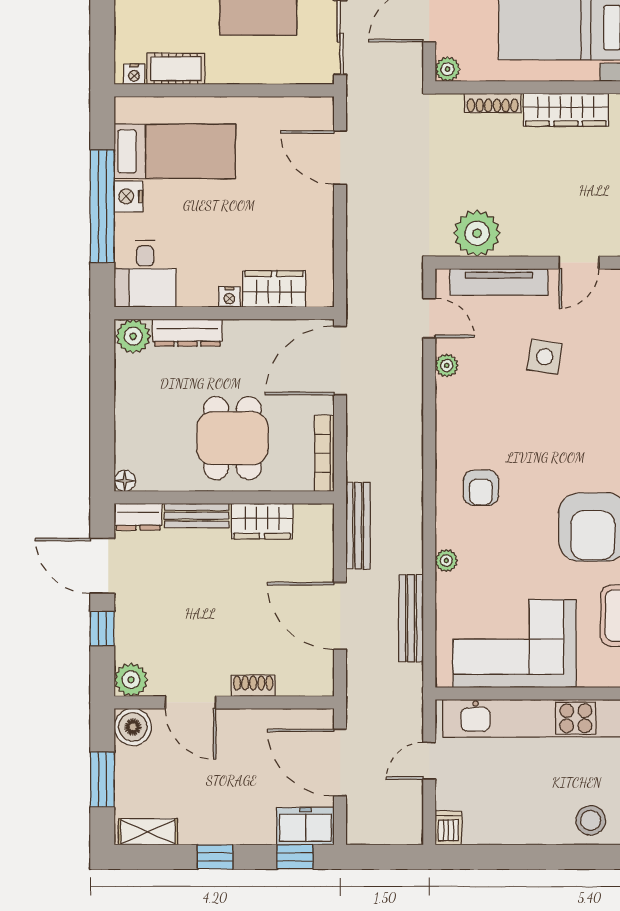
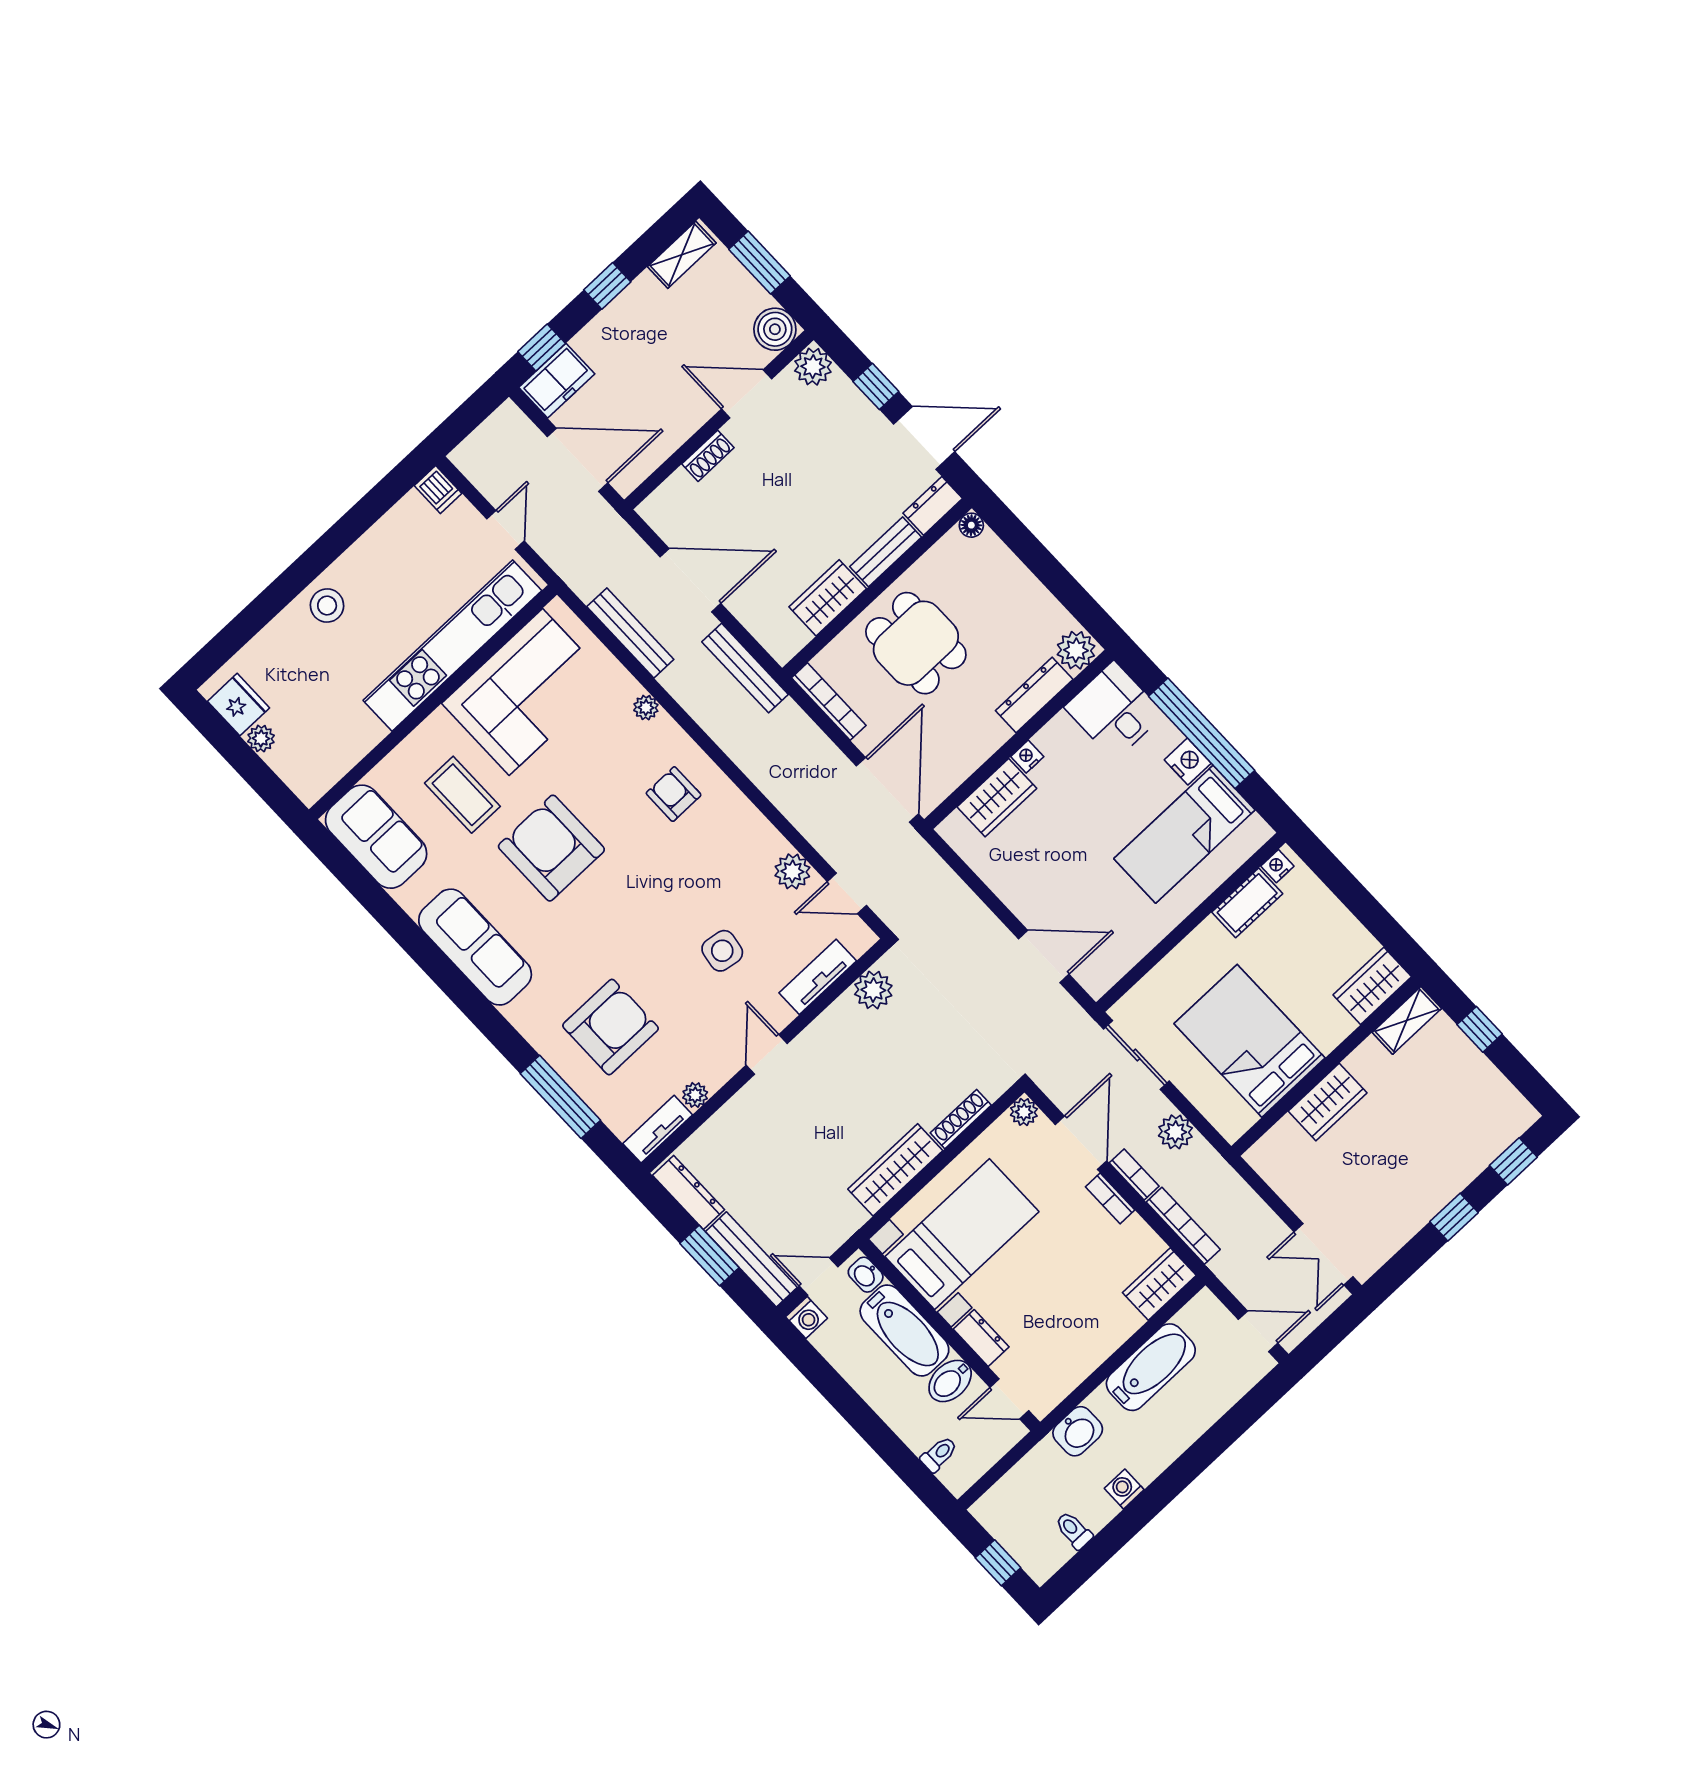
plant: (477, 233) -> (873, 990), width x0.73, depth x0.73
tv unit: (499, 282) -> (818, 977), width x0.71
plant: (447, 365) -> (792, 871), width x1.38, depth x1.38

